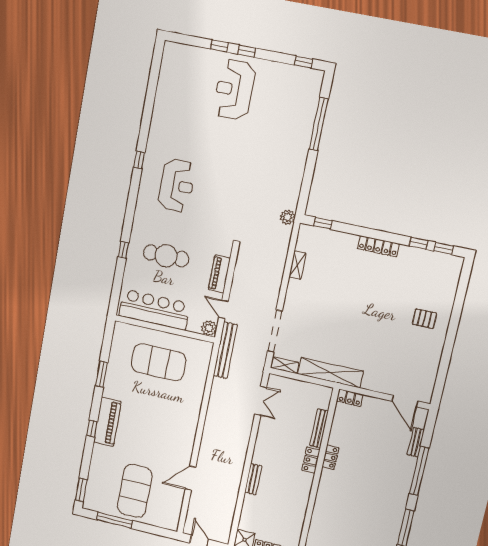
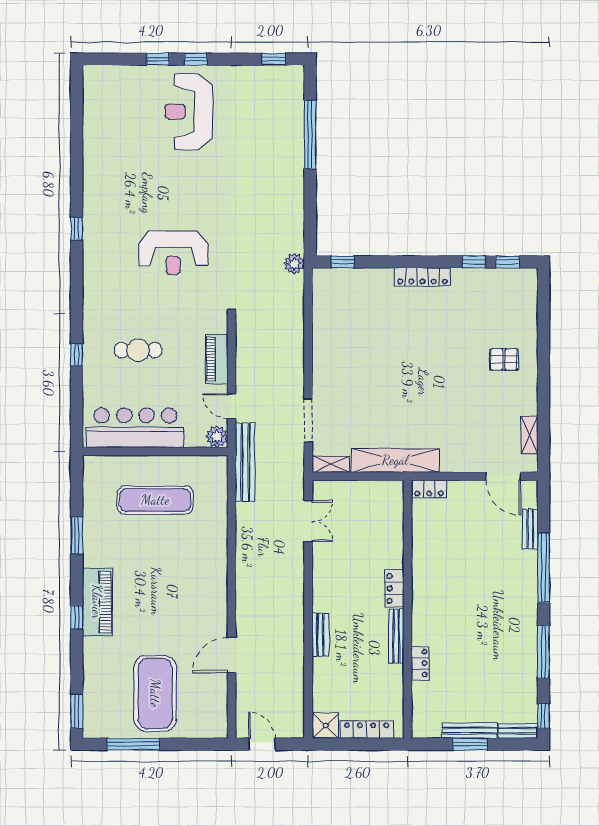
reception desk: (177, 186) -> (173, 253), moved, turned 90
cafe table: (166, 256) -> (138, 350), width x0.73, depth x0.74
shelving: (297, 265) -> (529, 435), moved
doorway: (275, 331) -> (308, 421), width x0.73
exercise mat: (159, 362) -> (155, 500), width x0.68
bench: (319, 428) -> (396, 636), moved
locker: (330, 457) -> (420, 663), moved

